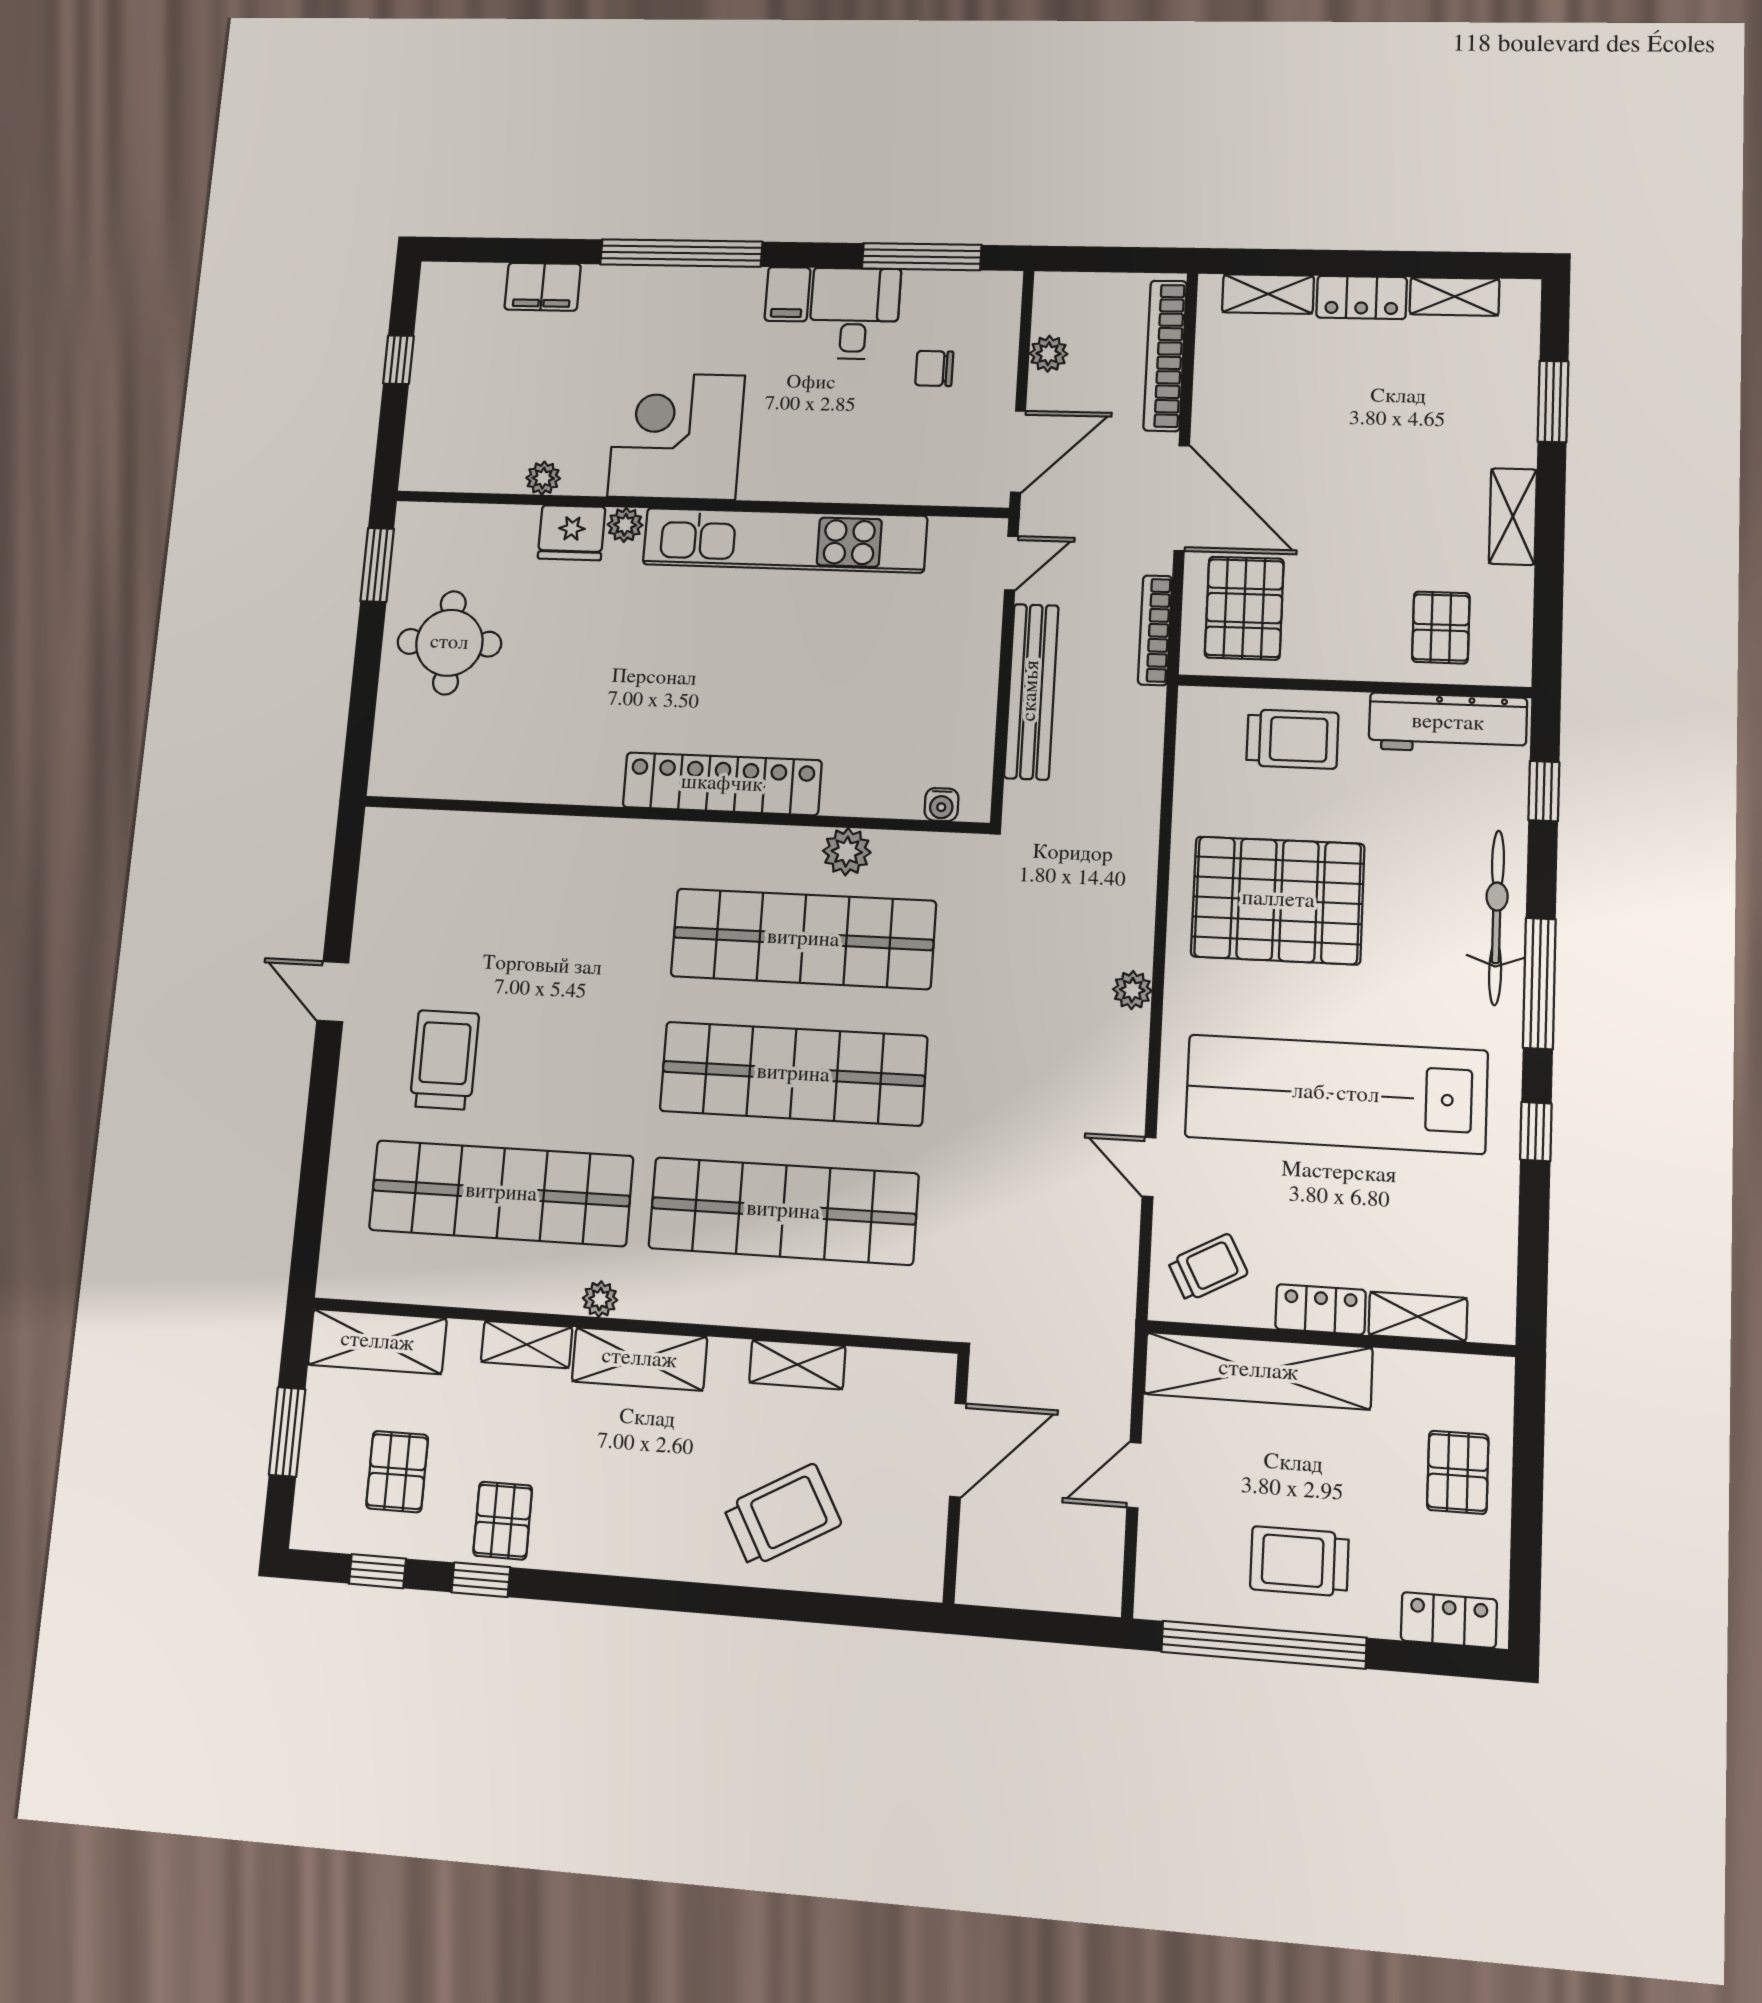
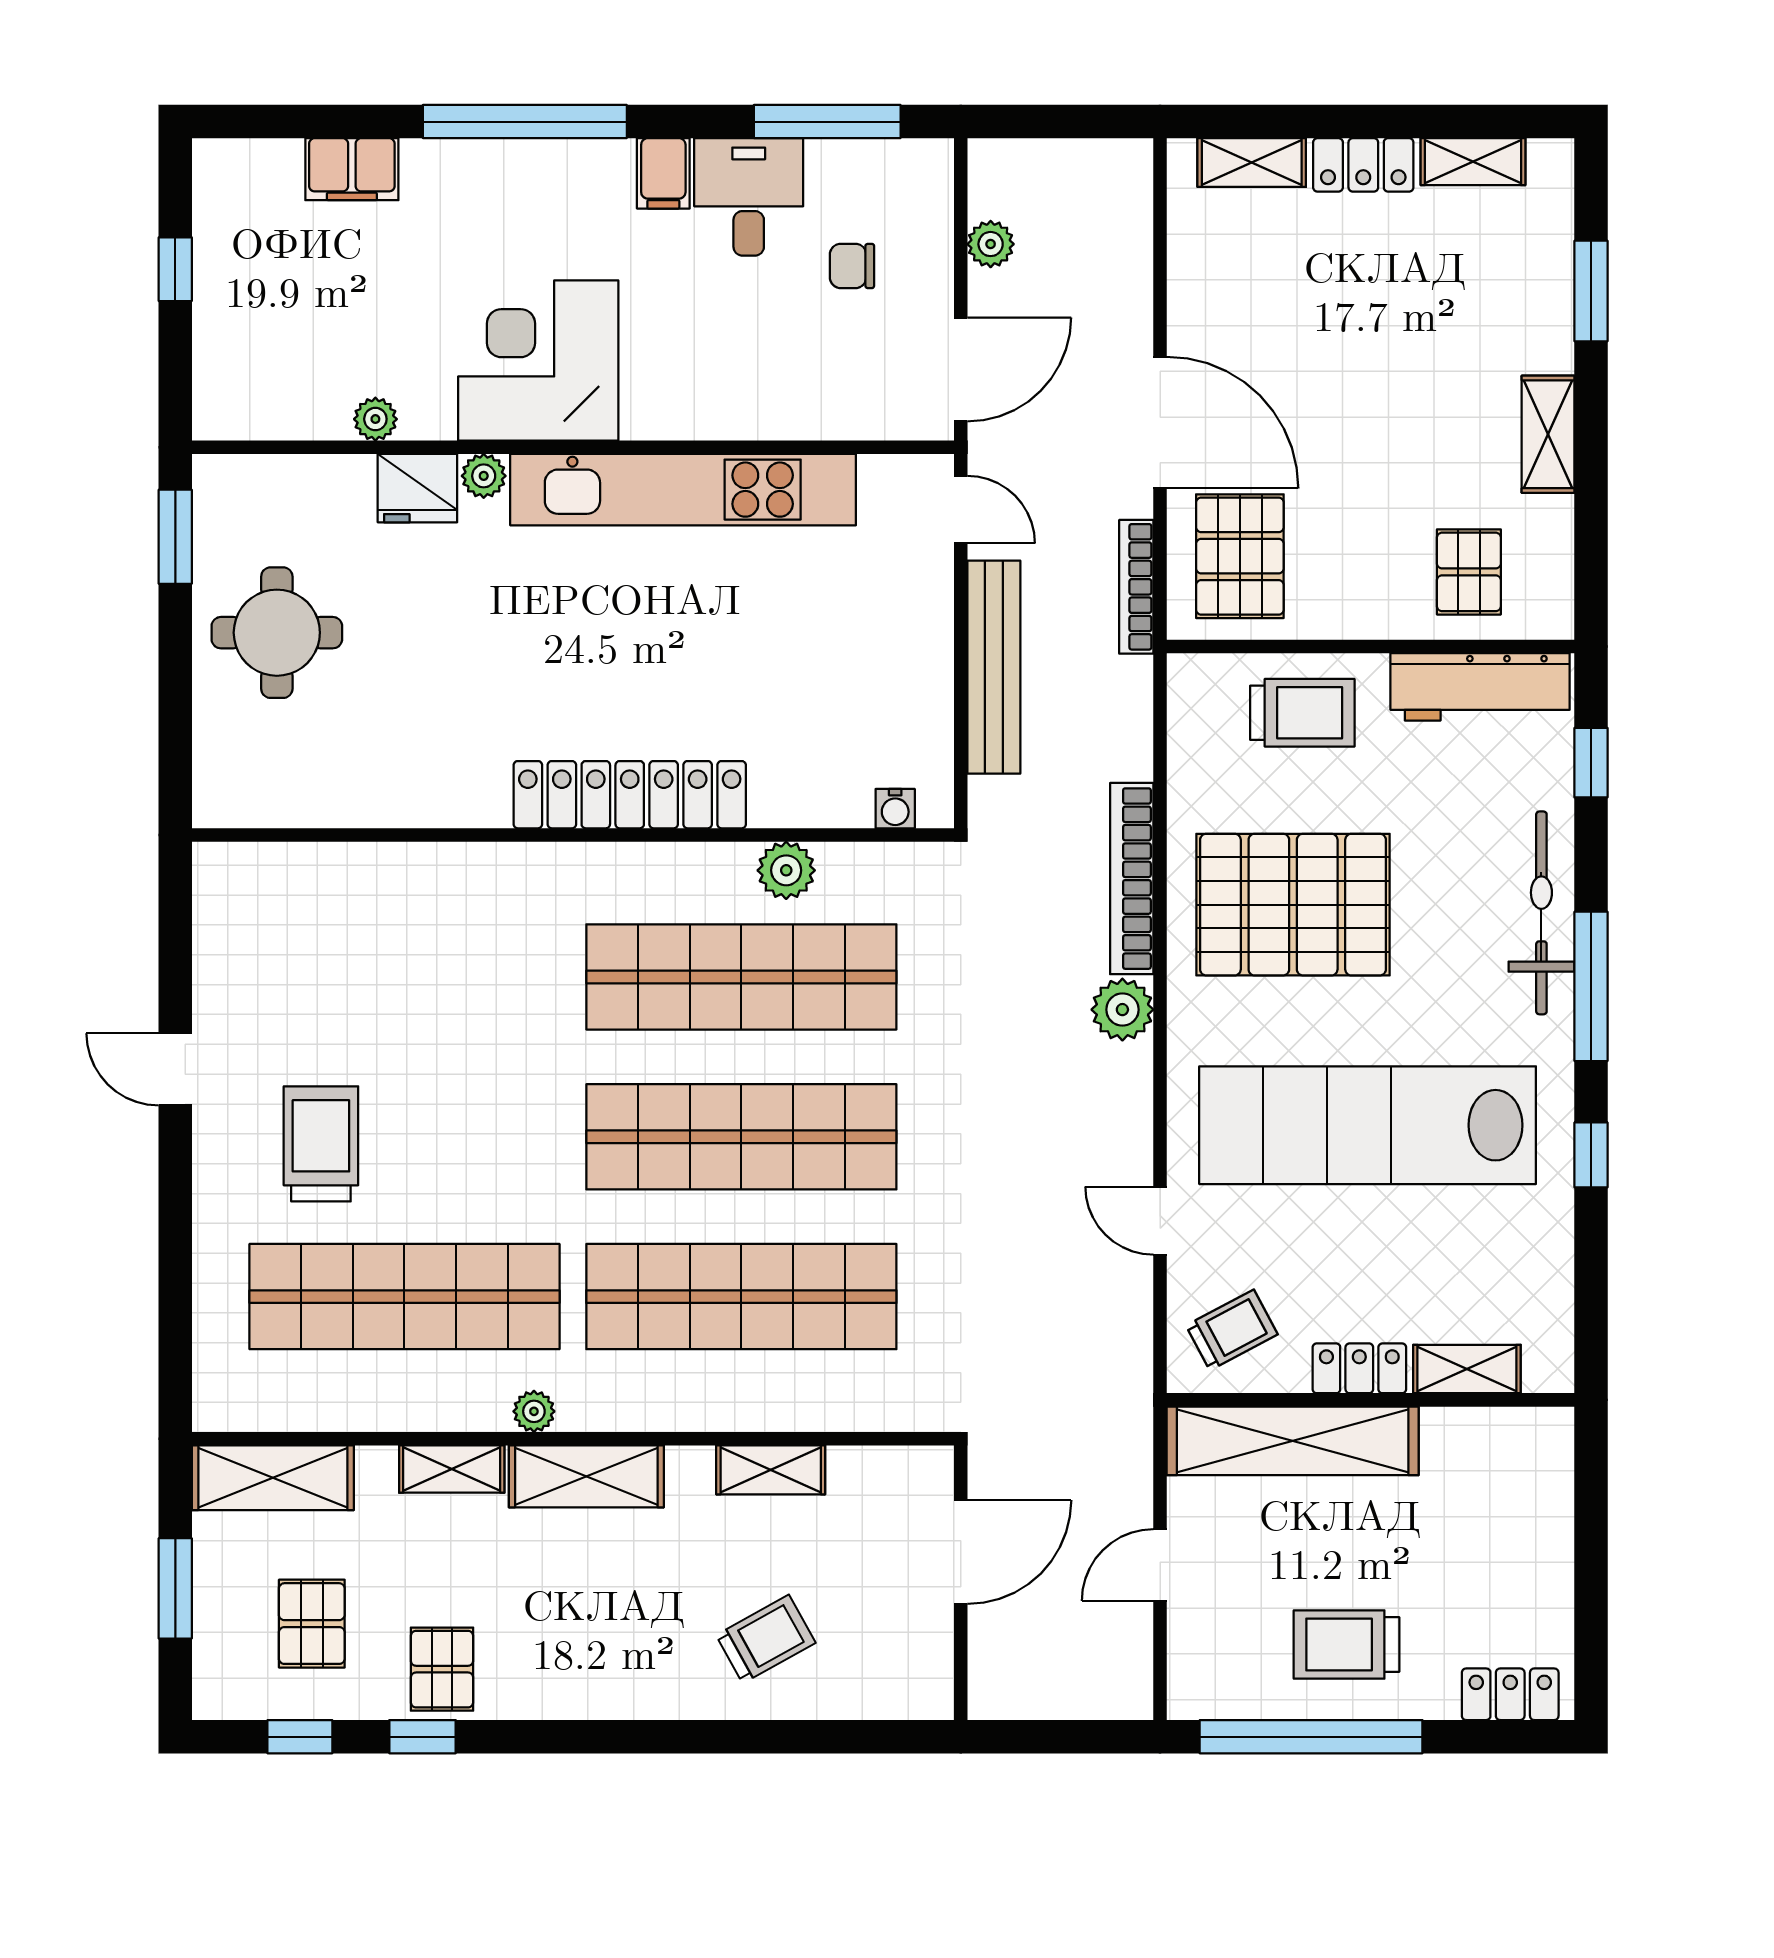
bookcase: (1165, 356) -> (1132, 879), moved
door: (1011, 563) -> (961, 510), hinge flipped
plant: (1132, 990) -> (1122, 1010), width x1.38, depth x1.38
pallet: (1458, 1472) -> (1515, 1536), removed
trolley: (782, 1515) -> (766, 1639), width x0.73, depth x0.72

